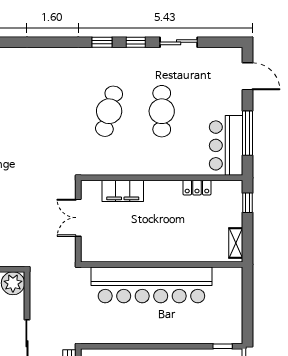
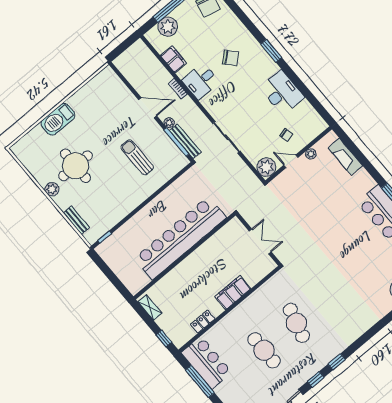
filing cabinet: (123, 191) -> (233, 293), moved

